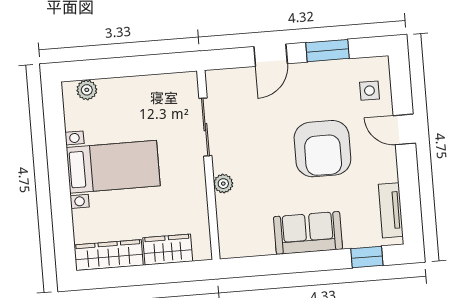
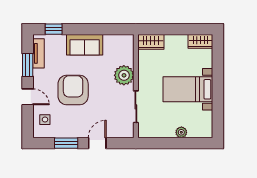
plant: (87, 90) -> (181, 132), moved
plant: (223, 184) -> (124, 75), width x1.87, depth x1.87
window: (409, 188) -> (28, 65), added
wardrobe: (168, 250) -> (151, 42), moved
wardrobe: (109, 255) -> (200, 41), width x0.67

